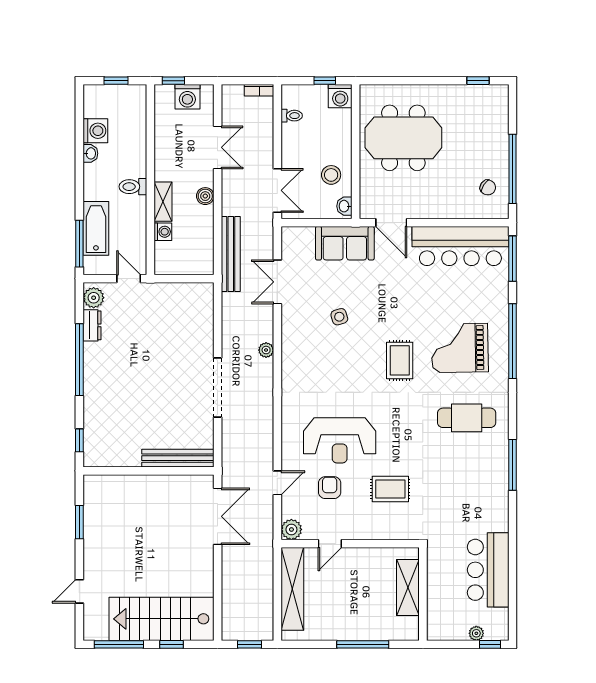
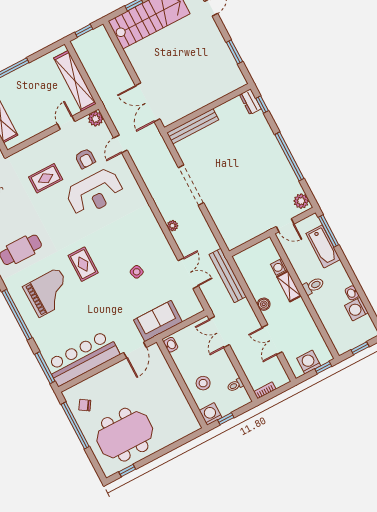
meeting table: (403, 138) -> (125, 435), moved
stool: (331, 175) -> (203, 383), moved
door: (391, 223) -> (135, 350), swing flipped
dresser: (92, 325) -> (250, 102), moved
reception desk: (340, 440) -> (95, 192), turned 180

